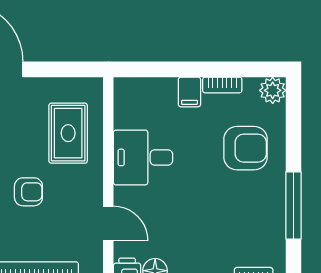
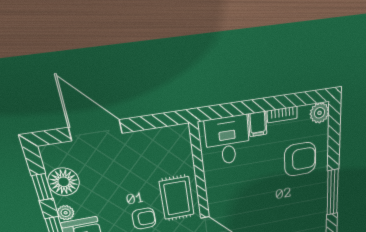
rug: (68, 133) -> (177, 198), moved
desk: (143, 157) -> (228, 140), moved, turned 90

